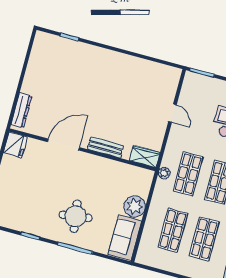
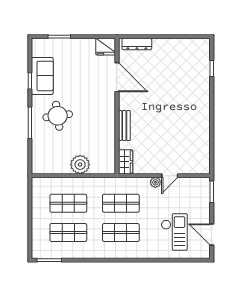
door: (63, 145) -> (117, 77), moved
plant: (164, 173) -> (155, 182), moved
sofa: (125, 237) -> (42, 76), moved, turned 90

